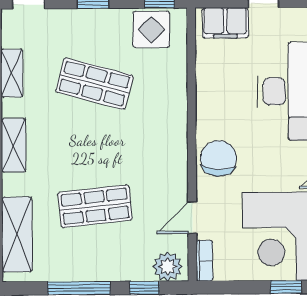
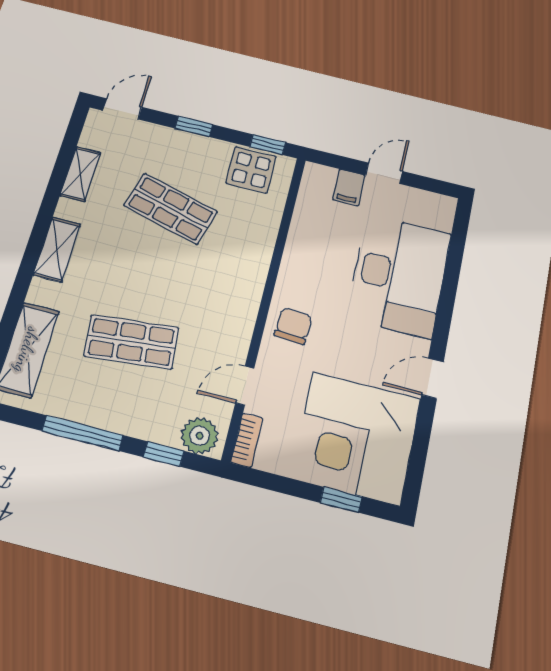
filing cabinet: (225, 23) -> (349, 187), width x0.50
chair: (218, 158) -> (293, 326), width x0.73, depth x0.73

